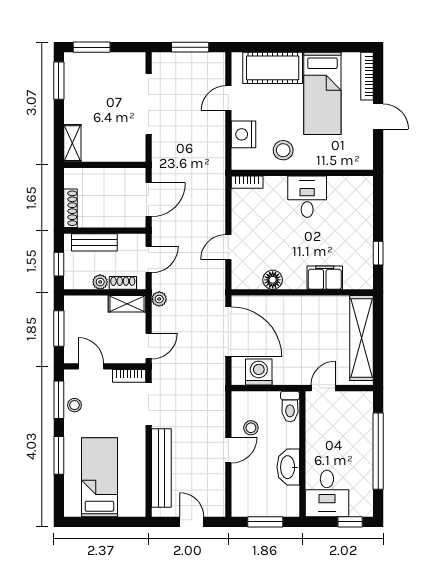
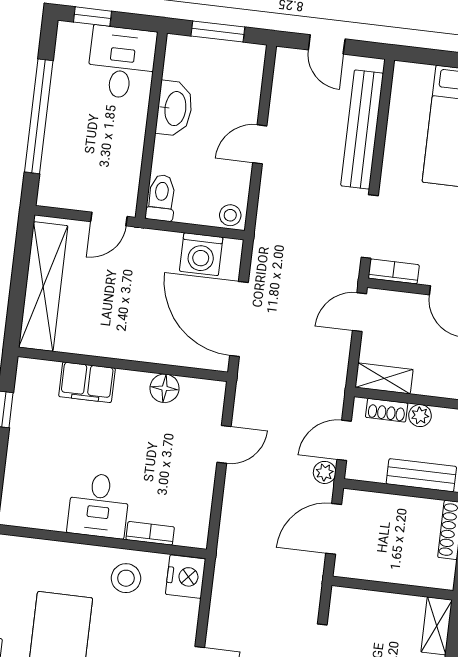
nightstand: (244, 134) -> (186, 577), moved
bookcase: (247, 182) -> (150, 533), moved
plant: (159, 299) -> (325, 472), moved
stool: (251, 428) -> (230, 215), moved

